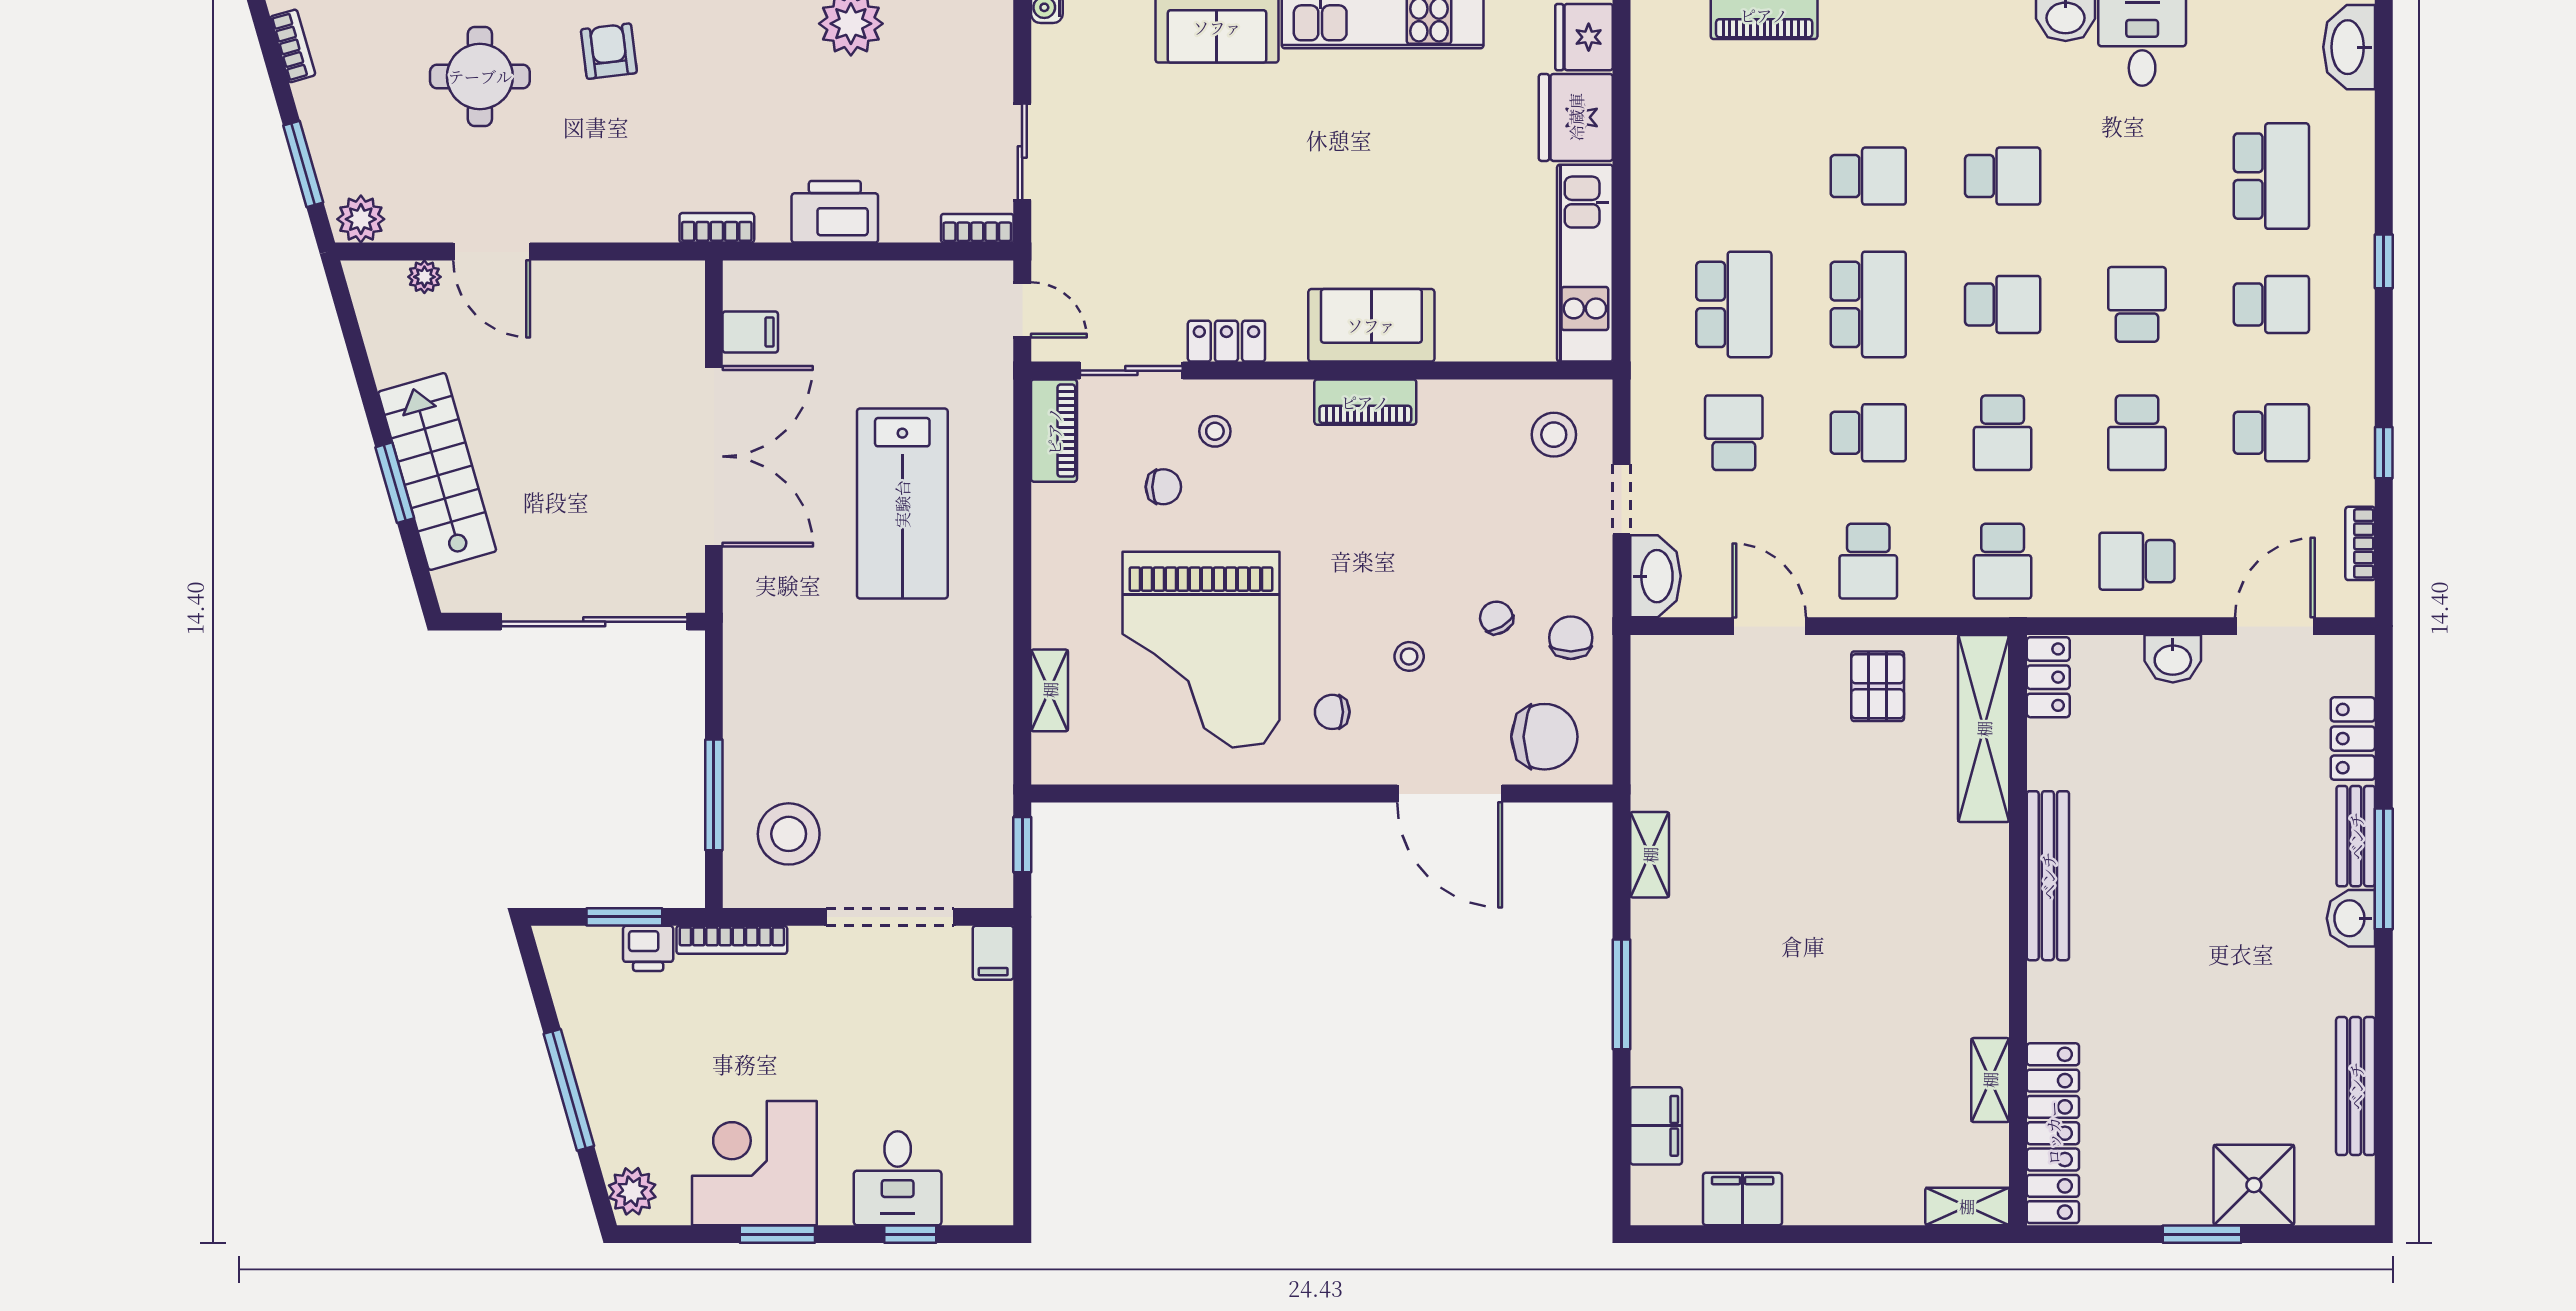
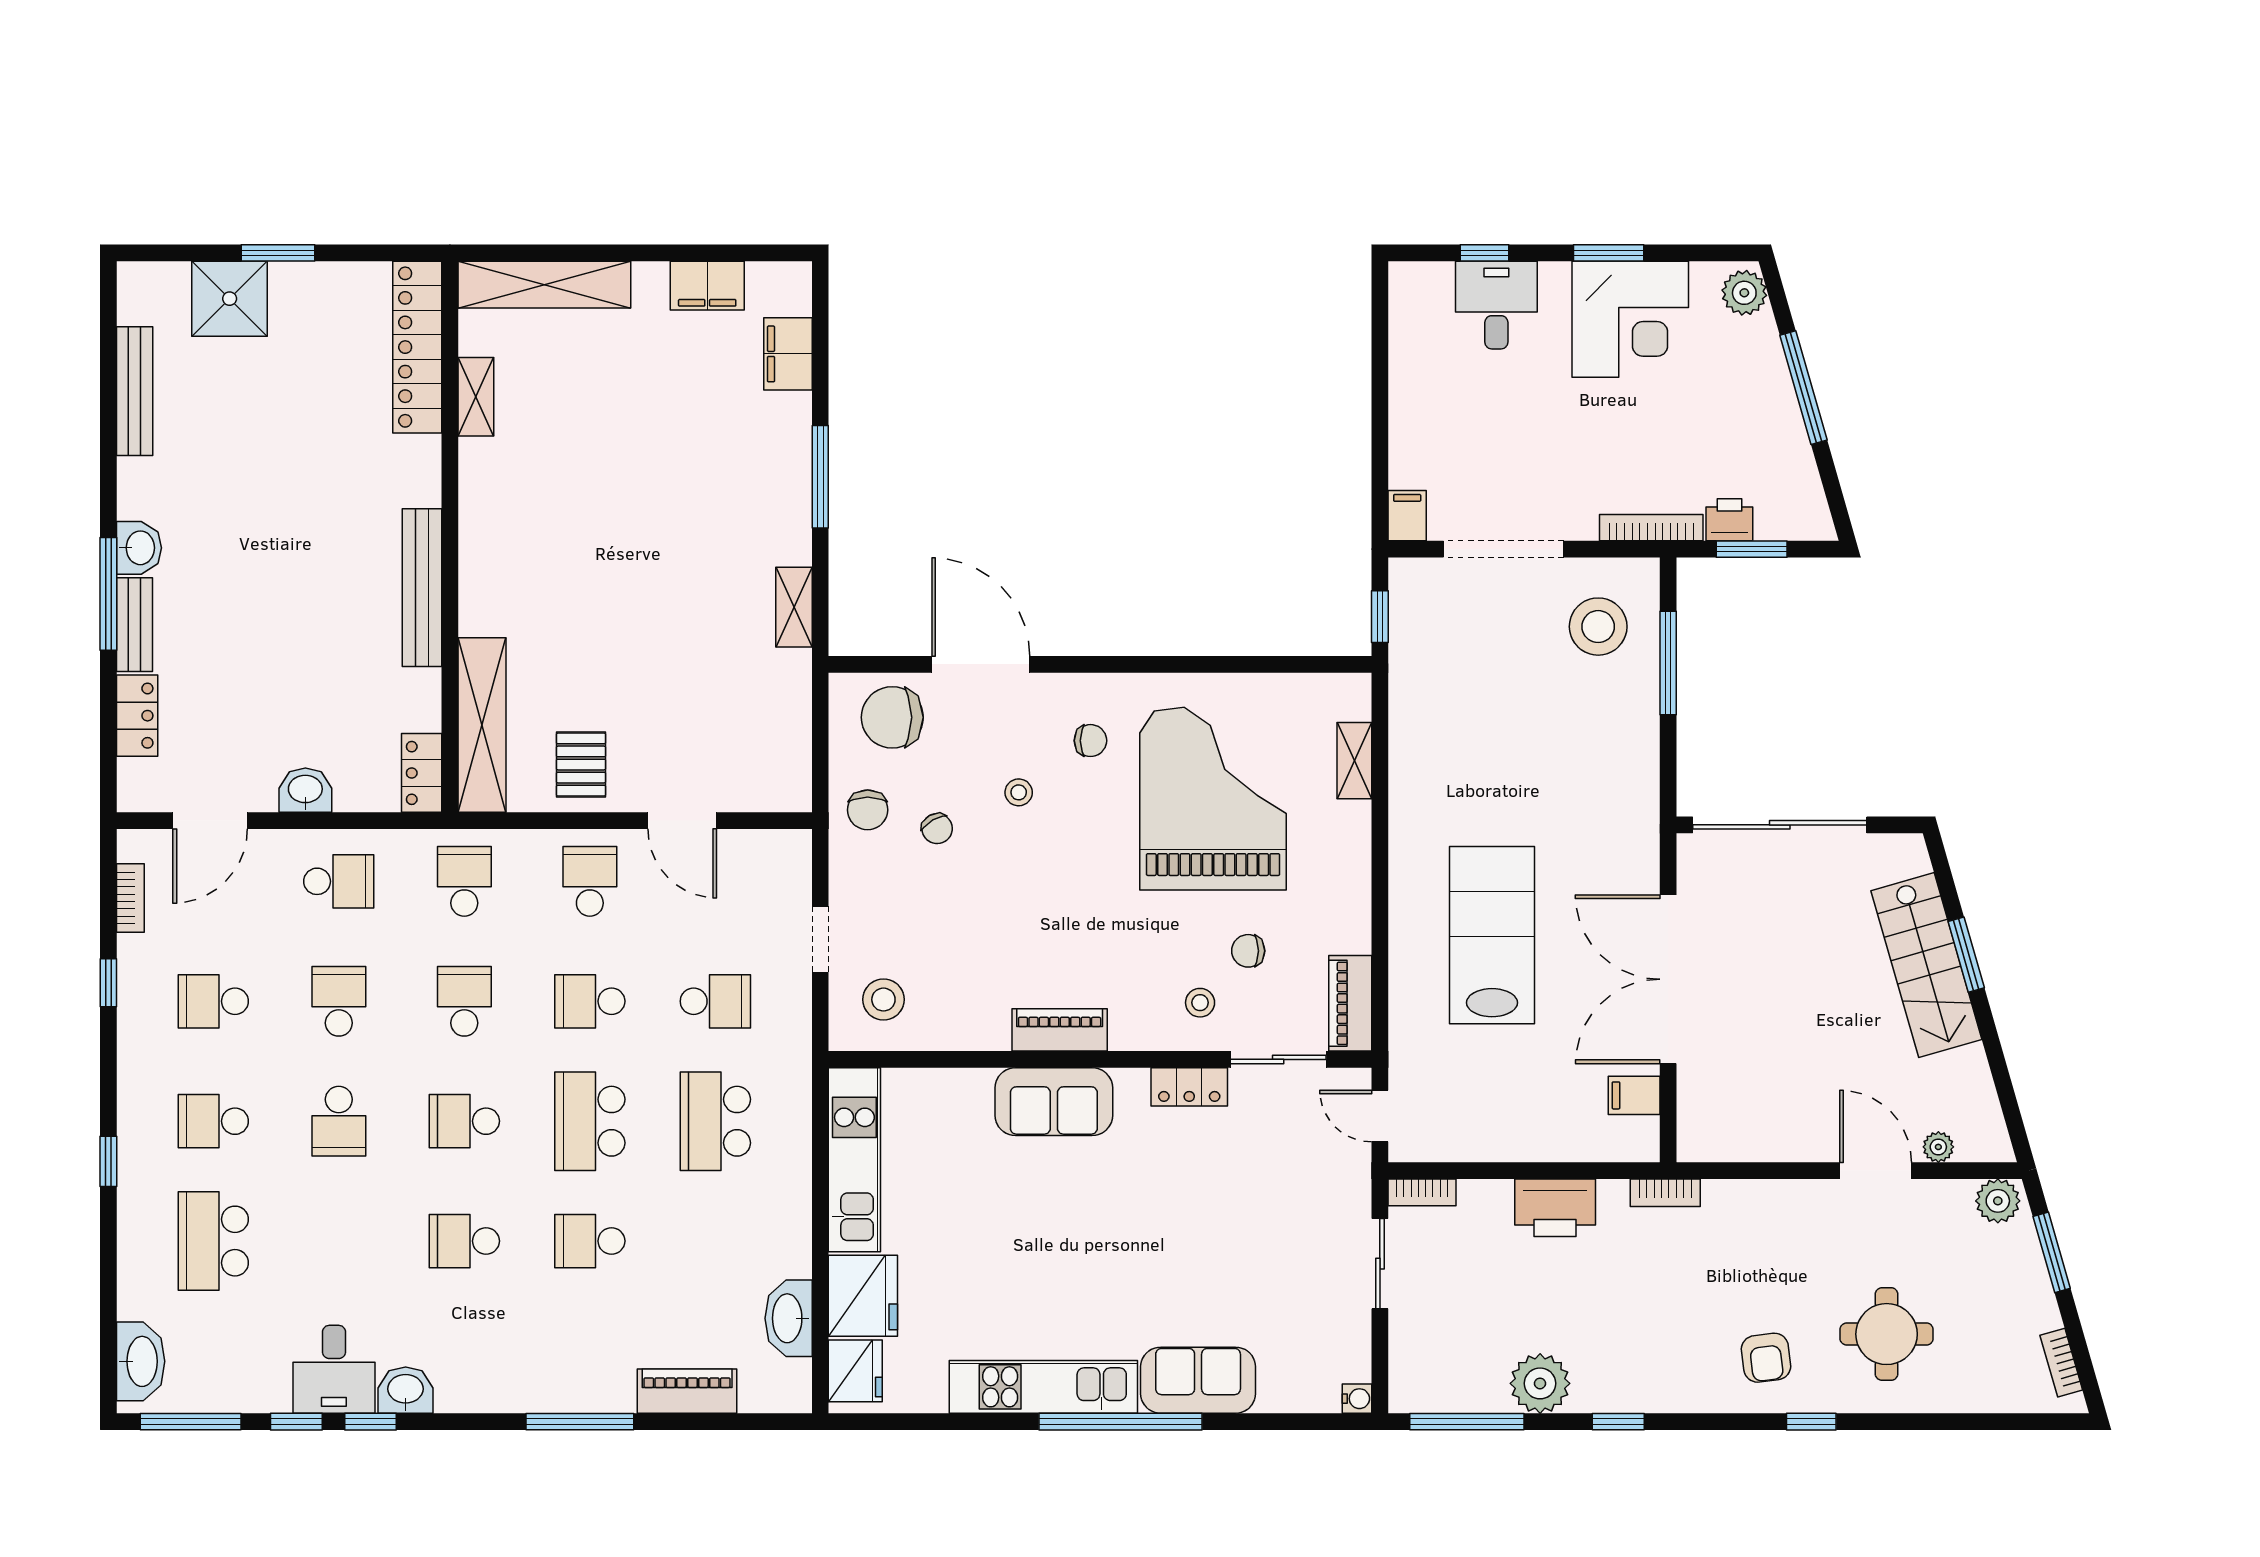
school desk: (1734, 433) -> (715, 1001), turned -90
washbasin: (1655, 576) -> (789, 1318), moved
shelving: (1967, 1206) -> (544, 285), width x2.20, depth x1.33

